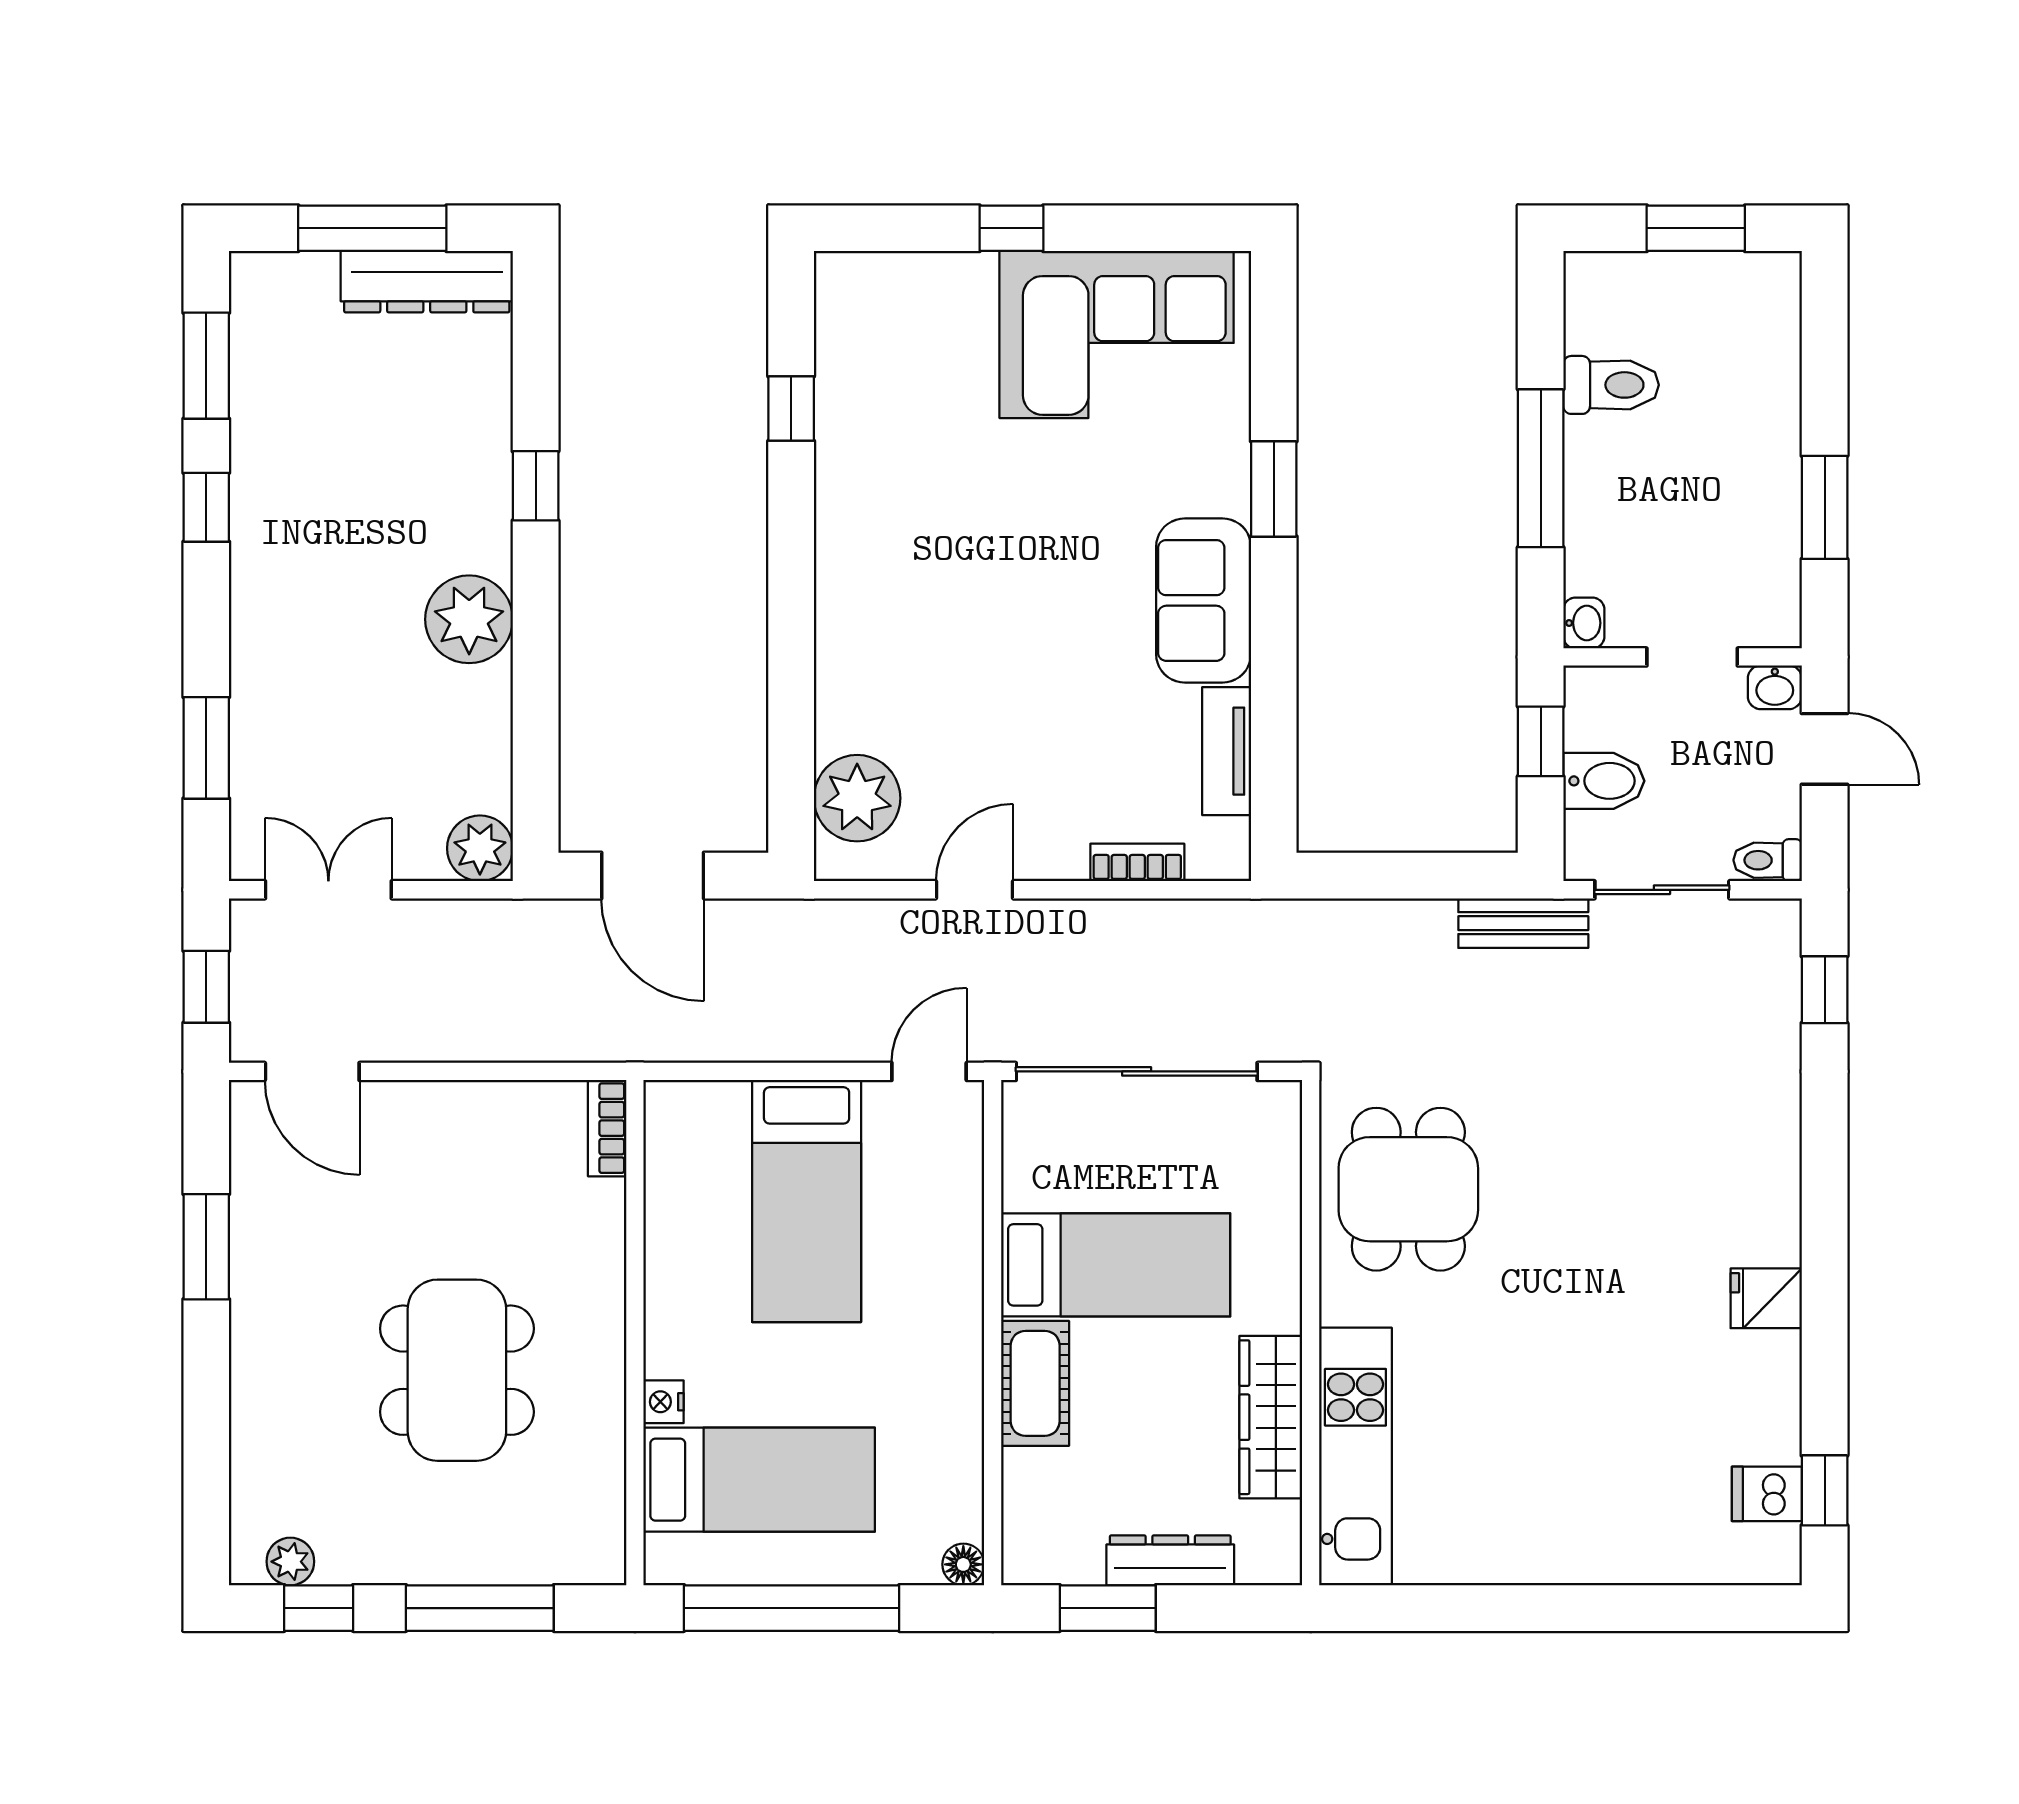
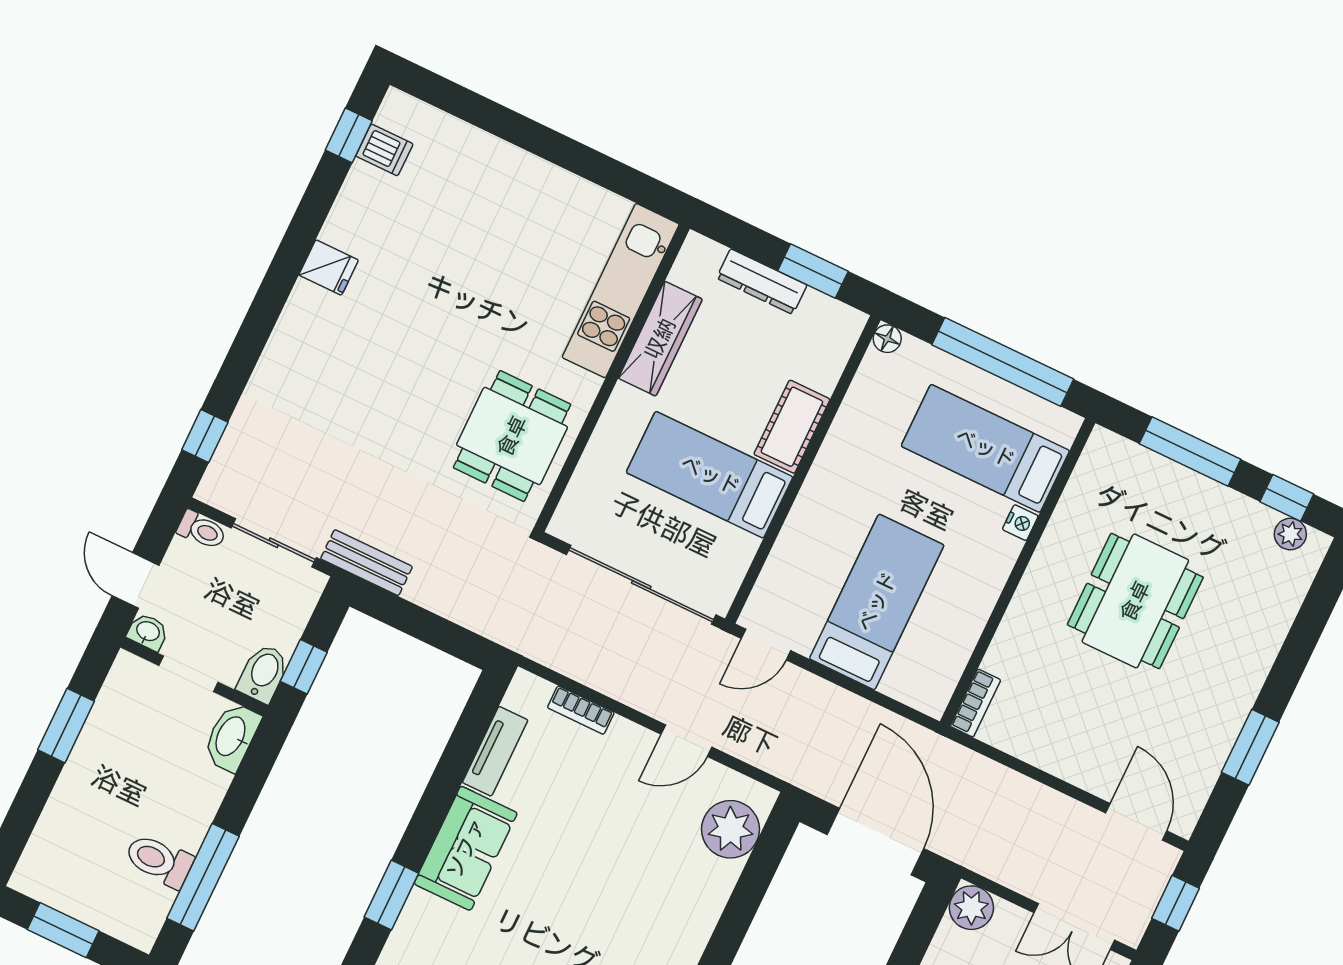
window: (1541, 468) -> (203, 877), moved
washbasin: (1584, 623) -> (232, 737), width x1.91, depth x1.45
bidet: (1604, 781) -> (263, 673), moved, turned 90
door: (653, 876) -> (876, 842), width x1.36

